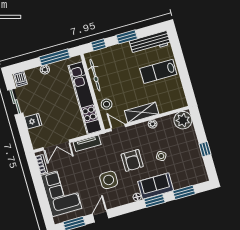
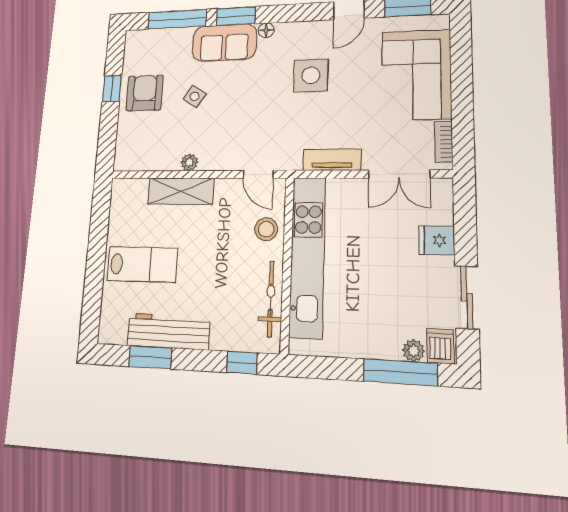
window: (127, 37) -> (150, 357), moved
workbench: (150, 43) -> (168, 331), moved
window: (55, 57) -> (400, 372), moved
plant: (45, 70) -> (414, 351), moved
shelving: (142, 112) -> (181, 191), moved
plant: (183, 120) -> (131, 154), removed
double door: (56, 145) -> (399, 174), swing flipped
armchair: (132, 160) -> (145, 93), moved
window: (184, 192) -> (177, 19), width x1.44

